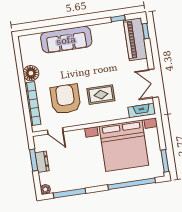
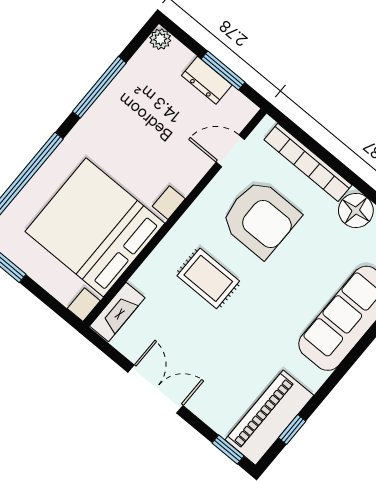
piano: (135, 39) -> (269, 418), moved, turned -90
double door: (153, 83) -> (155, 389), moved
rug: (101, 95) -> (208, 278), turned 90
window: (69, 193) -> (99, 87), moved

